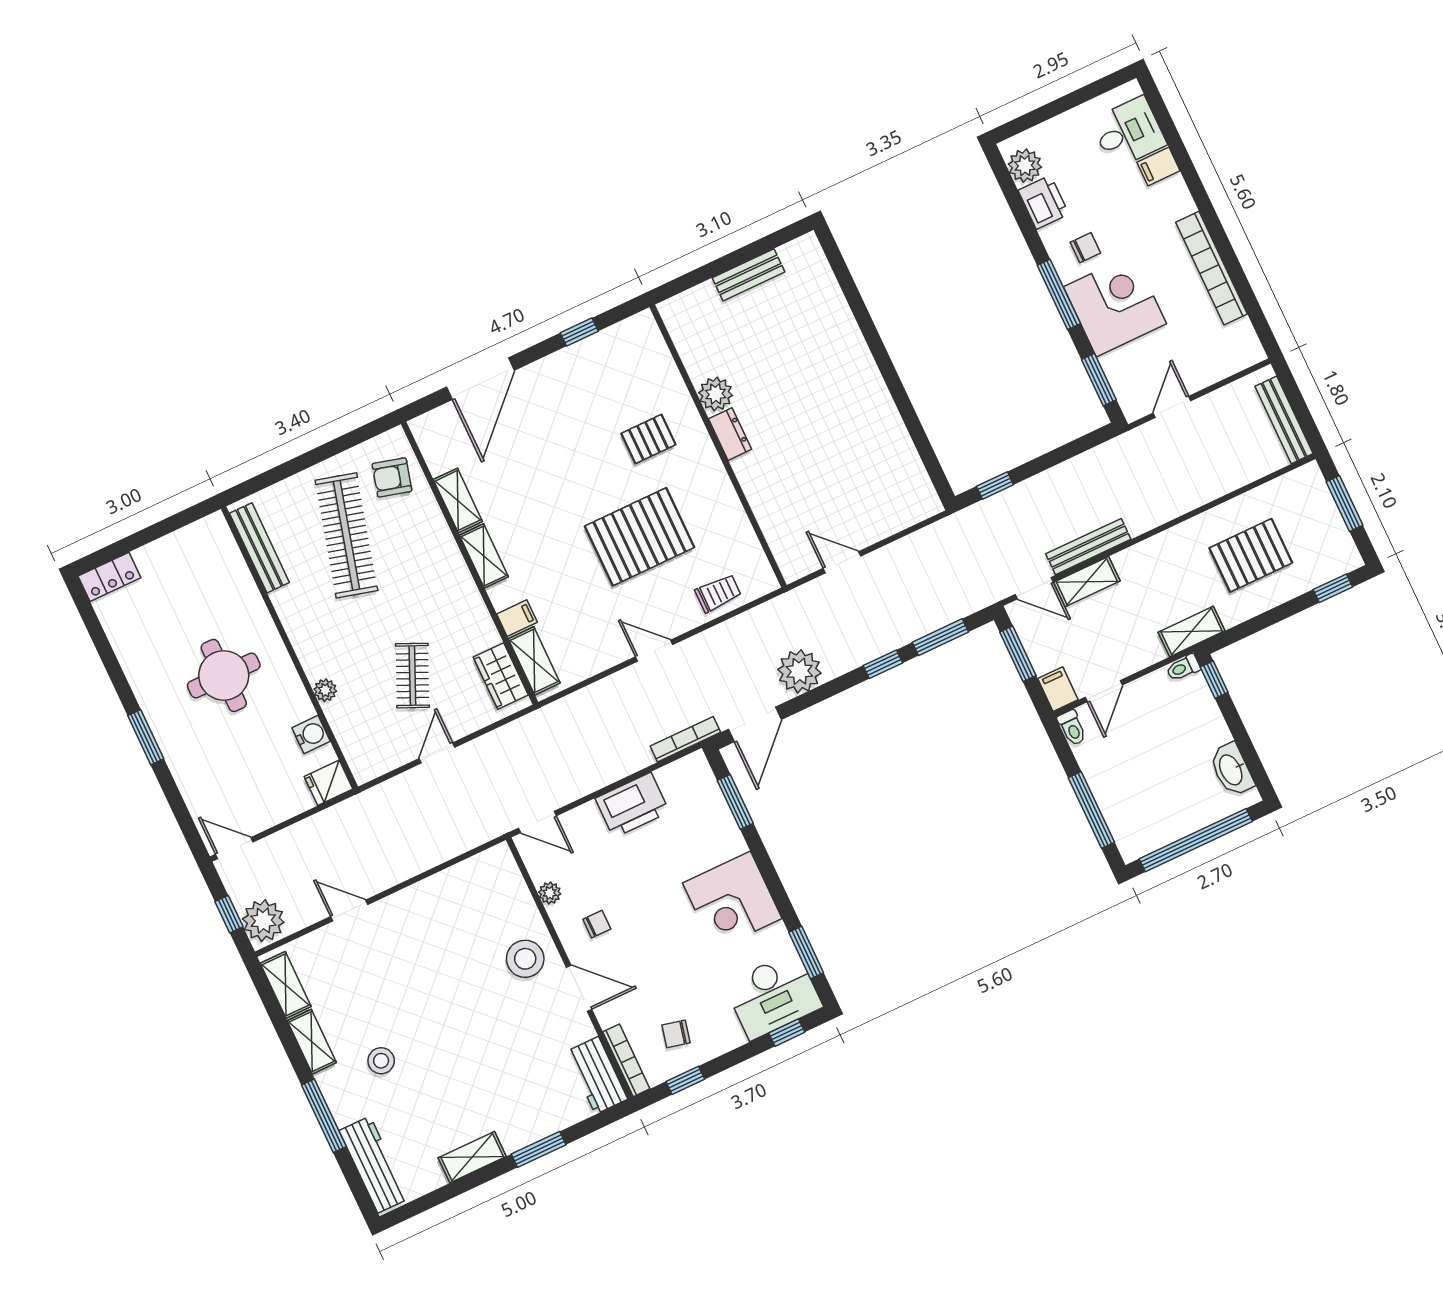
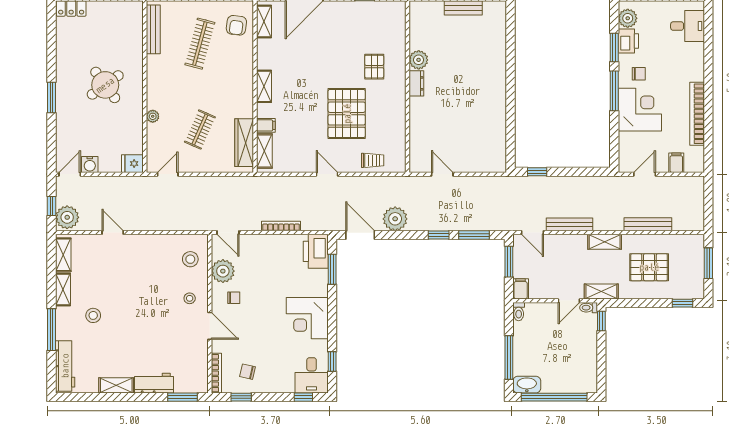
filing cabinet: (1158, 167) -> (676, 163), moved, turned 90
window: (1099, 380) -> (614, 47), moved
bench: (1284, 420) -> (648, 224), moved, turned 90
pallet: (648, 439) -> (374, 67), turned 90
armchair: (392, 477) -> (236, 25), turned -98
shelving: (458, 500) -> (264, 22), moved
clothes rail: (346, 535) -> (200, 44), width x0.73, depth x0.76
pallet: (639, 537) -> (347, 114), turned 90
shelving: (1087, 582) -> (605, 242), moved
round table: (224, 675) -> (105, 85), turned -36
wardrobe: (501, 676) -> (244, 143), width x1.50
door: (1104, 691) -> (569, 301), moved
door: (755, 724) -> (360, 235), swing flipped
water cooler: (311, 735) -> (90, 164), moved, turned 90
bookcase: (685, 739) -> (281, 226), moved
door: (437, 753) -> (168, 174), moved
washbasin: (1232, 770) -> (527, 385), moved, turned 90
printer: (632, 805) -> (316, 251), moved, turned 90
door: (234, 848) -> (70, 174), hinge flipped
plant: (550, 893) -> (223, 271), width x1.88, depth x1.88
stool: (496, 894) -> (190, 259), added
window: (806, 952) -> (332, 361), width x0.67
stool: (525, 959) -> (190, 298), width x0.53, depth x0.53
desk: (773, 995) -> (312, 375), width x0.73
workbench: (597, 1075) -> (154, 383), moved, turned 90
window: (539, 1149) -> (183, 397), moved

